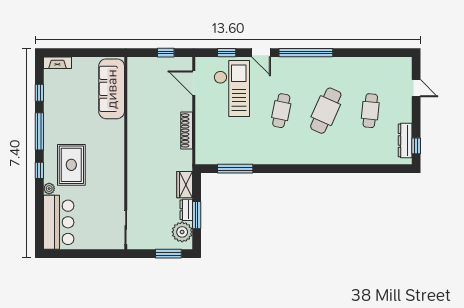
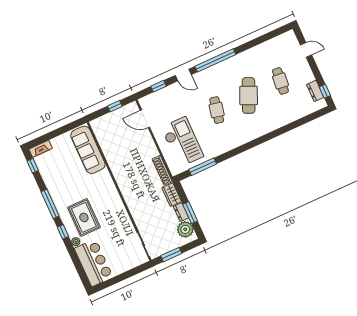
checkout: (232, 89) -> (182, 142), moved
window: (39, 93) -> (33, 166), moved
shoe rack: (187, 130) -> (162, 170), moved
dresser: (405, 140) -> (315, 91), width x0.70
window: (168, 254) -> (171, 255), moved

